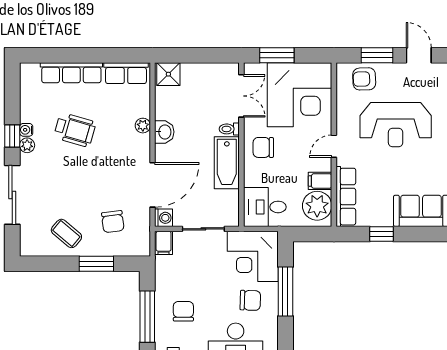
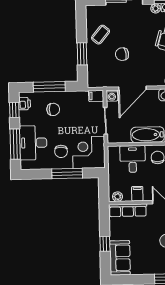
door: (153, 185) -> (132, 88), hinge flipped
plant: (317, 206) -> (117, 197), width x0.53, depth x0.53
desk: (265, 207) -> (133, 159), moved
chair: (113, 222) -> (122, 54), moved
window: (381, 234) -> (105, 244), moved

